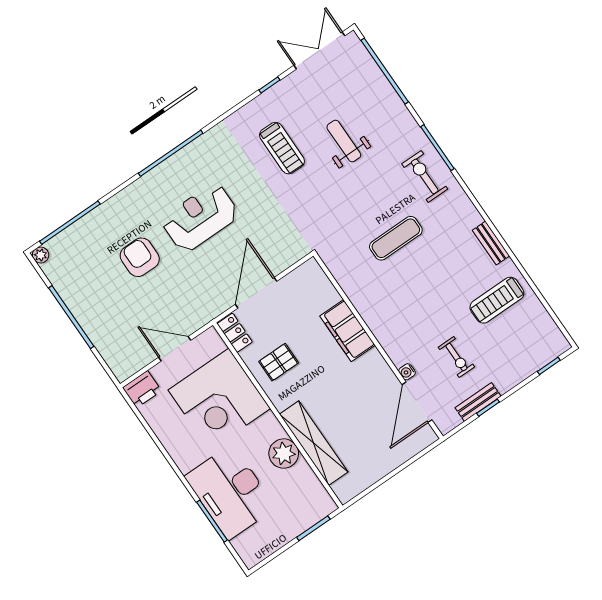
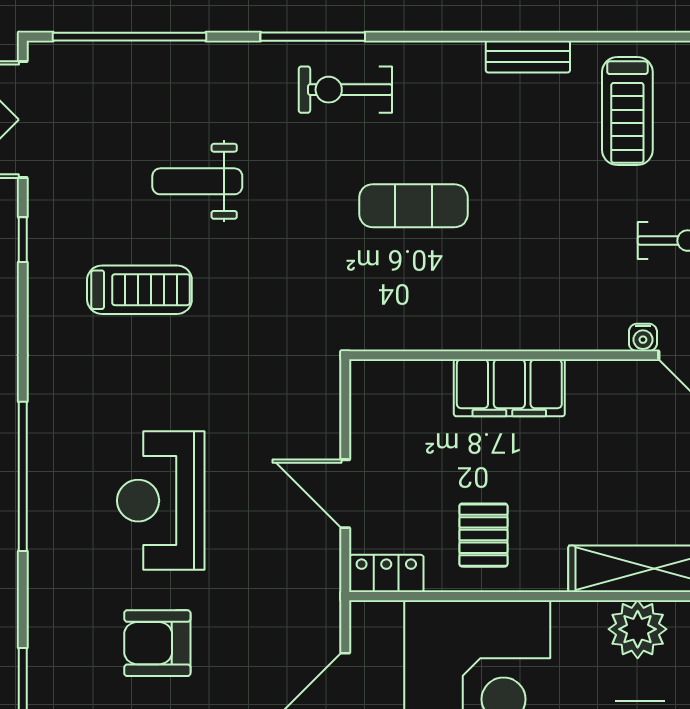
exercise mat: (396, 238) -> (414, 206), turned 90
door: (256, 293) -> (345, 494), width x0.73

